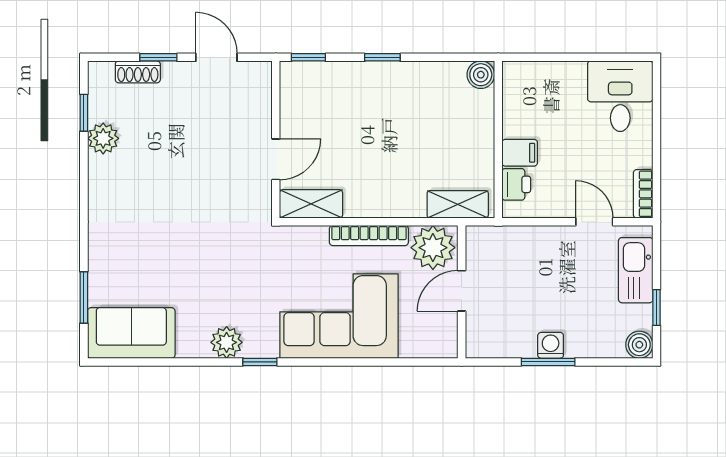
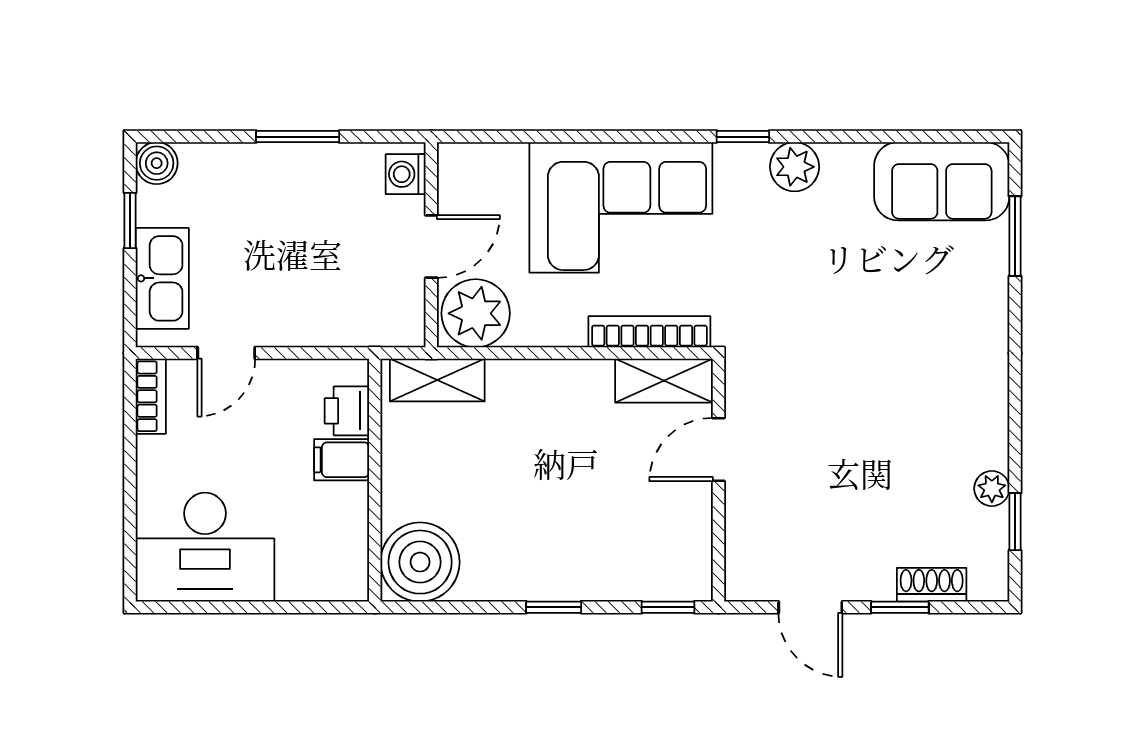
boiler: (481, 75) -> (420, 562), width x1.86, depth x1.86
desk: (620, 96) -> (205, 547), width x1.37
plant: (103, 138) -> (992, 489), width x0.73, depth x0.73
door: (594, 222) -> (226, 353), hinge flipped
bookcase: (369, 236) -> (649, 332), moved
washing machine: (551, 345) -> (406, 174), moved, turned 90

